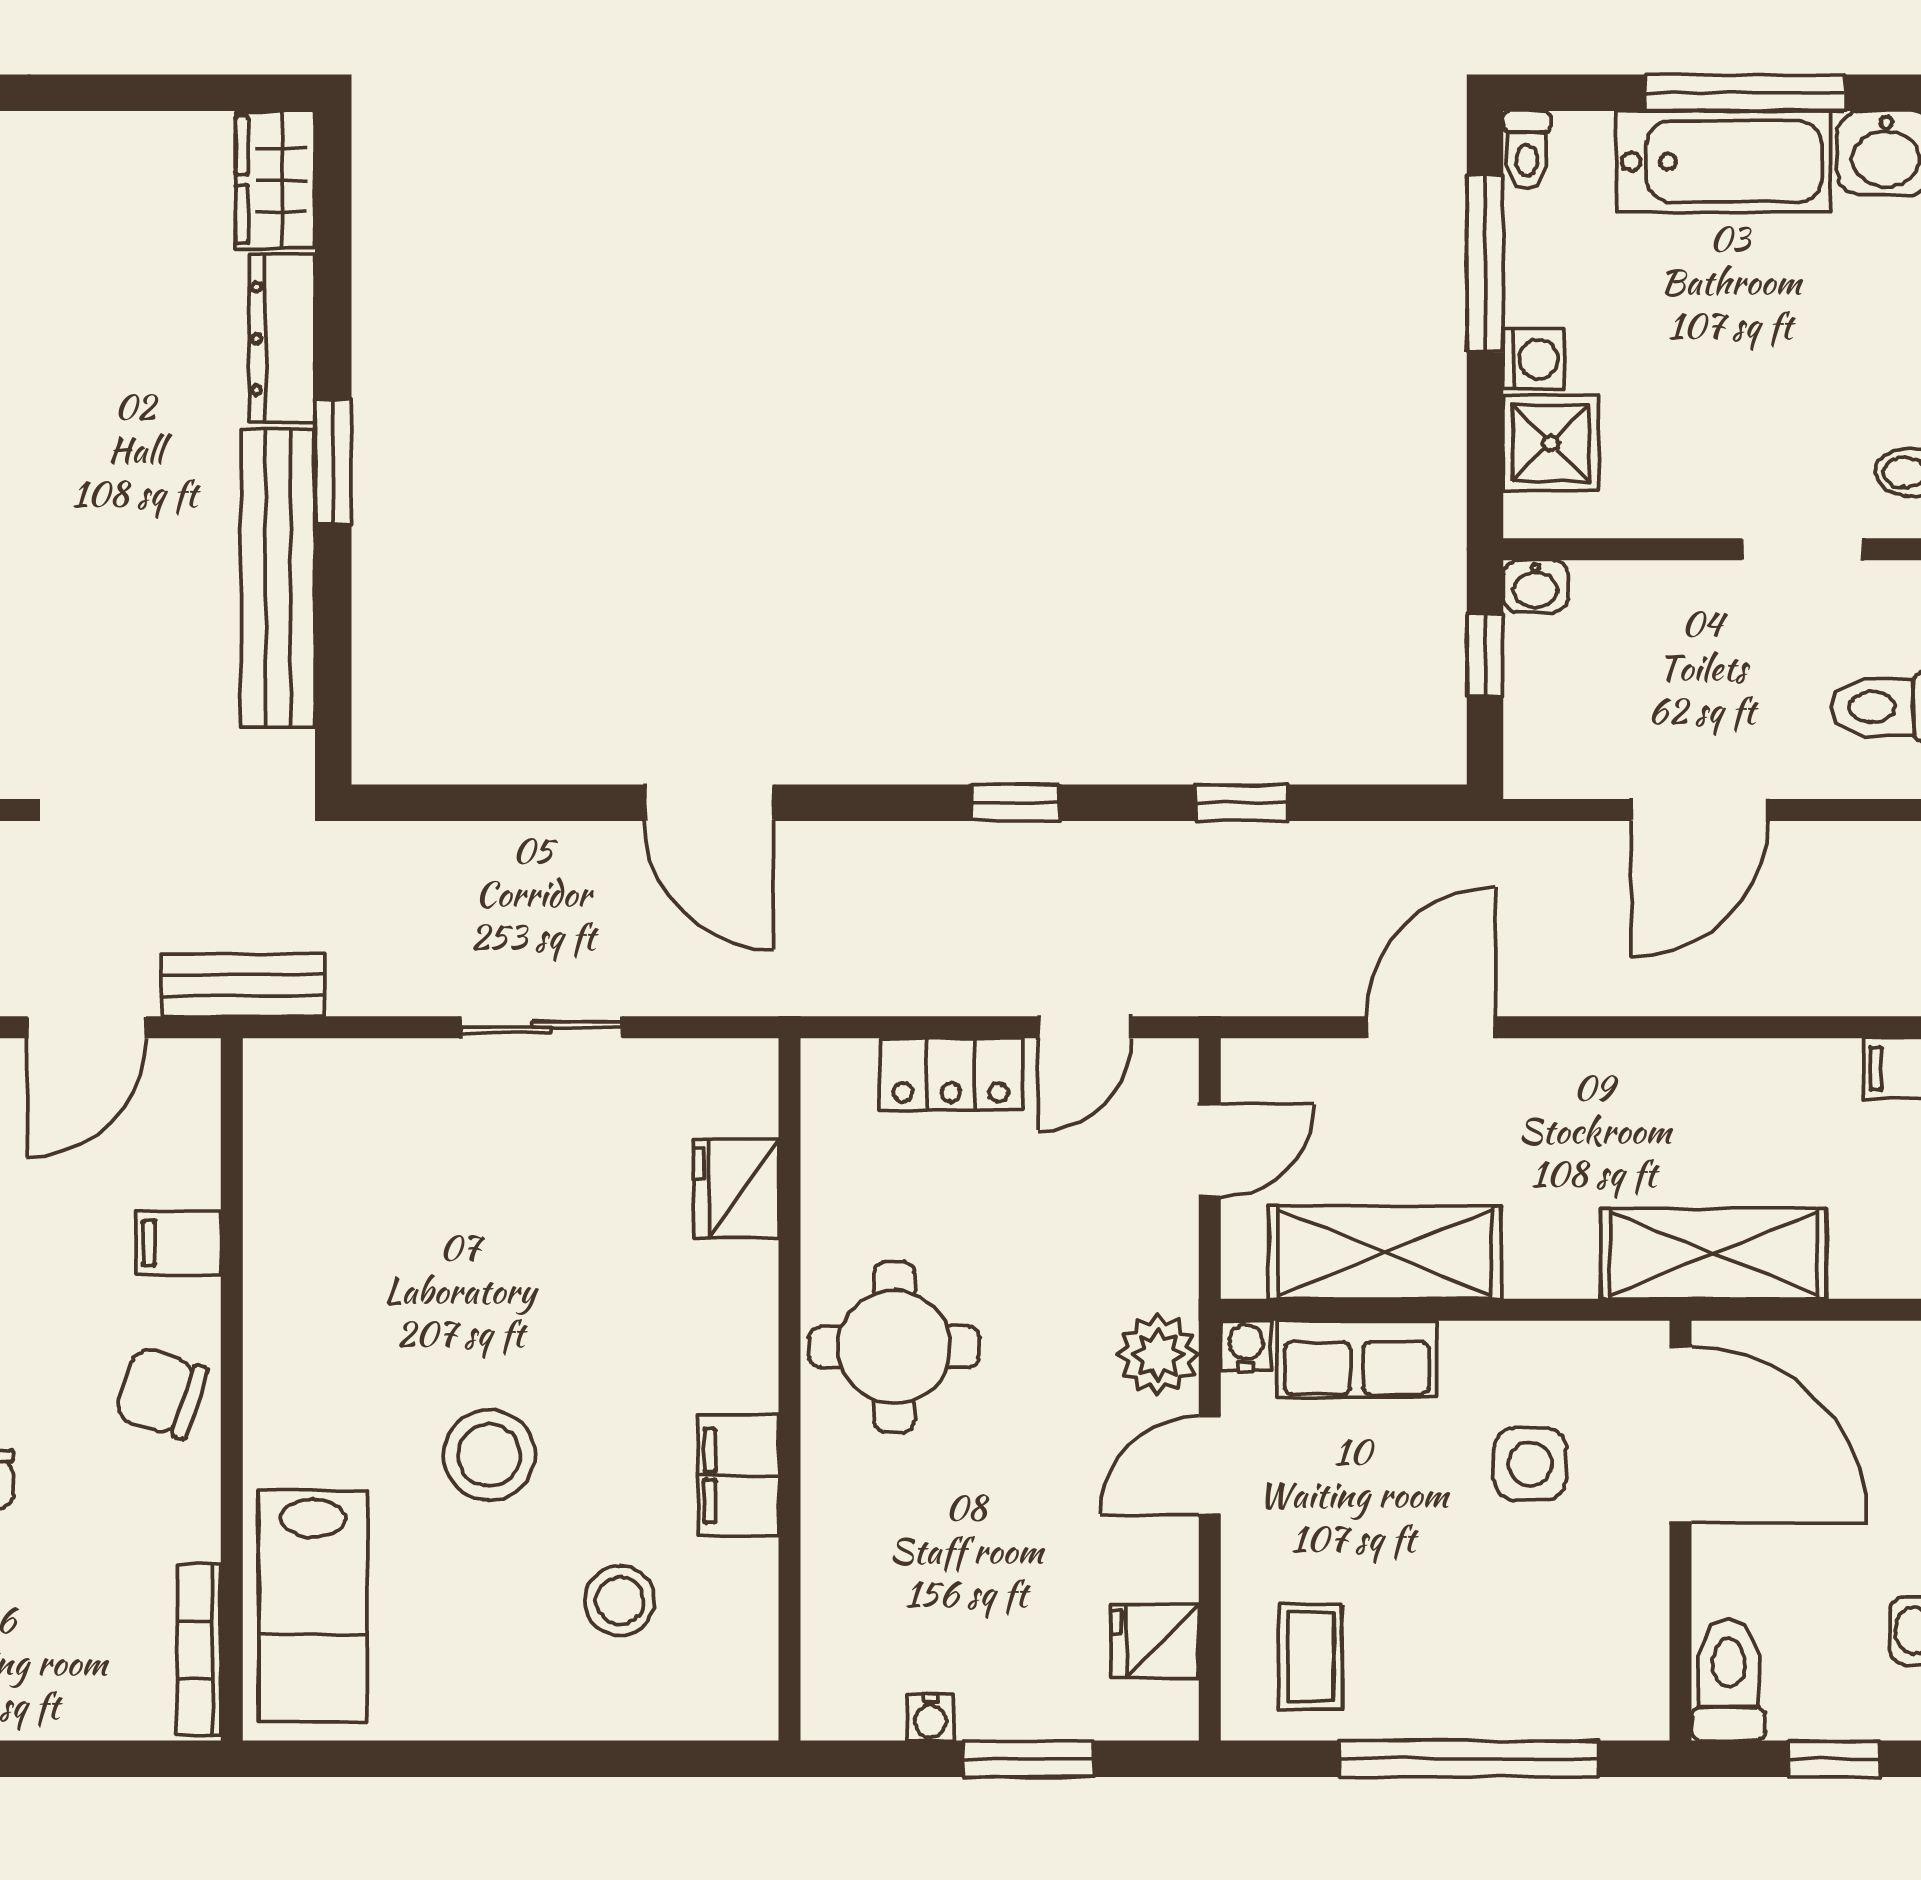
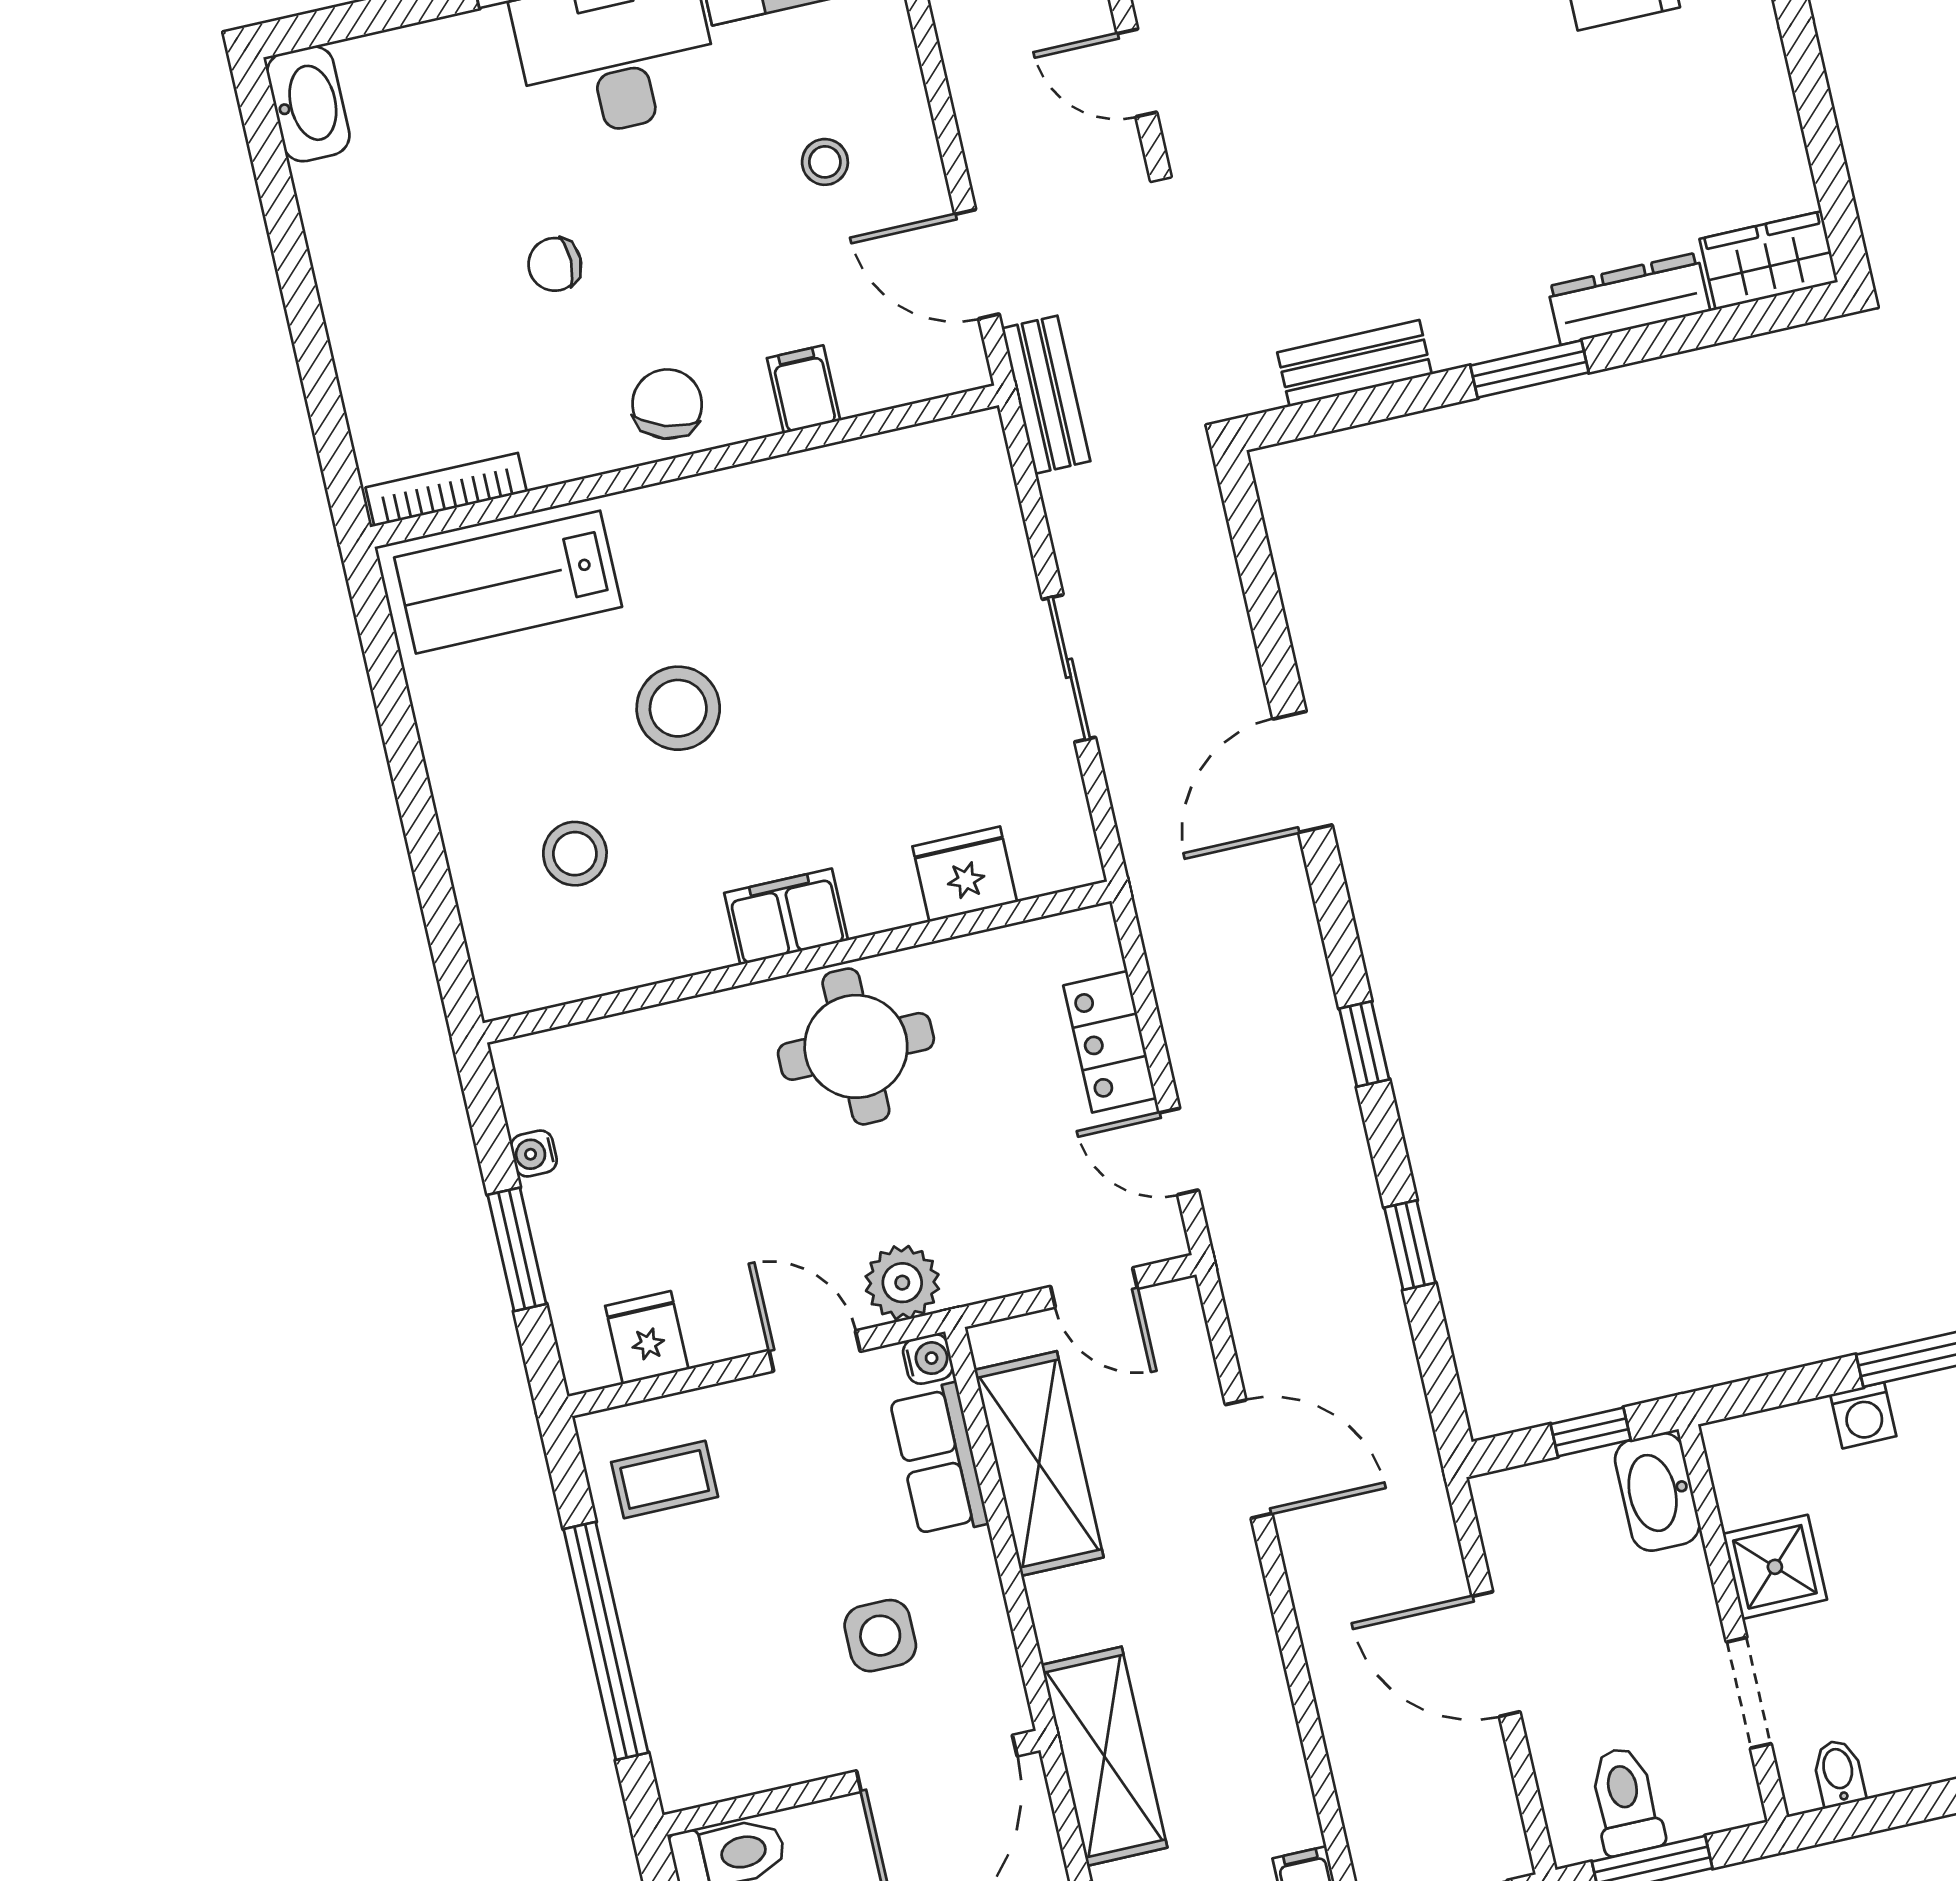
shower: (1551, 443) -> (1775, 1567), moved
bench: (278, 579) -> (1355, 363), width x0.54, depth x0.82
washbasin: (1536, 586) -> (1657, 1492), width x1.91, depth x1.45
filing cabinet: (738, 1476) -> (786, 917), moved

